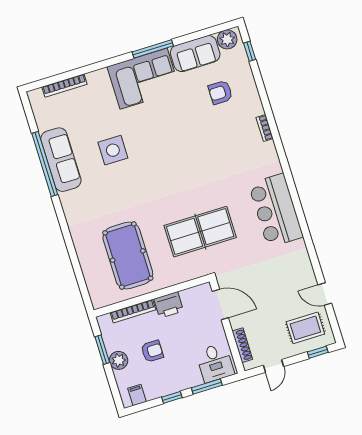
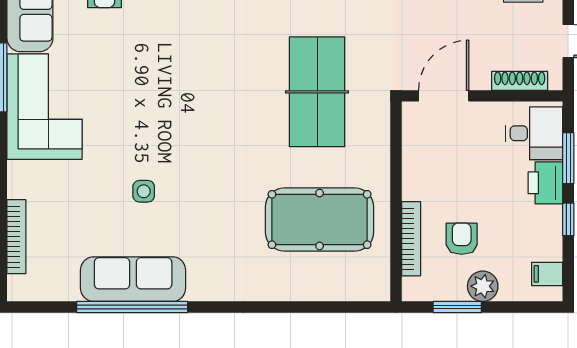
side table: (113, 150) -> (144, 191), width x0.54, depth x0.54
printer: (169, 305) -> (545, 183), moved, turned 180
armchair: (152, 351) -> (462, 239), moved

